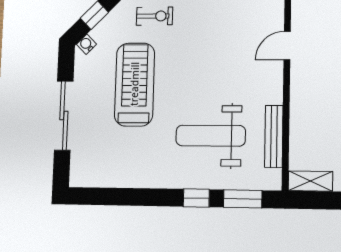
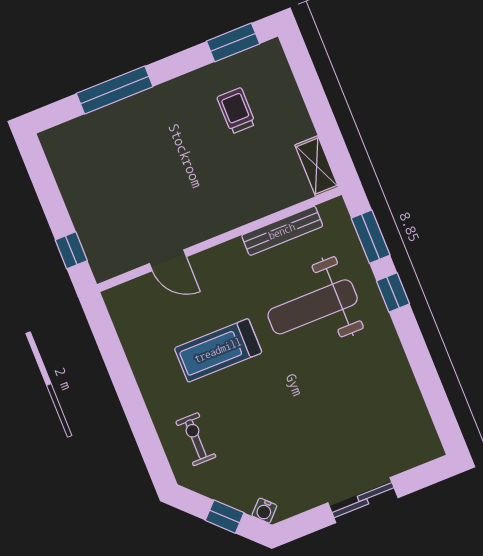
treadmill: (135, 84) -> (218, 350), moved, width x0.73, depth x0.73
sliding door: (64, 115) -> (363, 500), width x0.73
weight bench: (211, 136) -> (313, 307), turned 90

